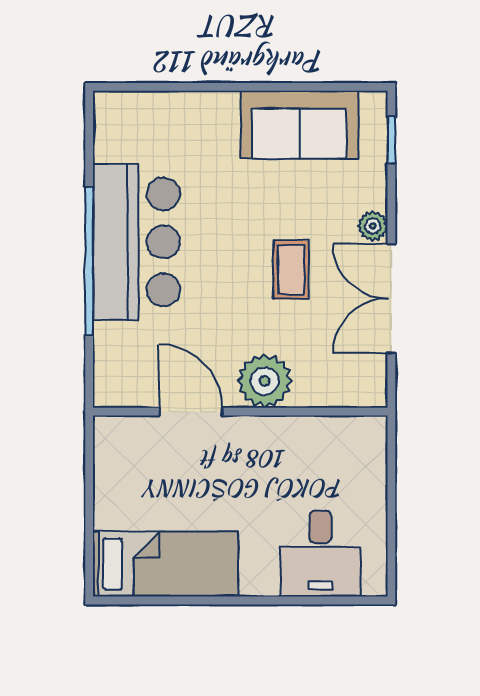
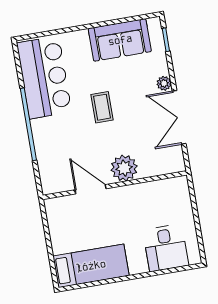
bar counter: (136, 242) -> (44, 77), moved
coffee table: (291, 270) -> (102, 107), moved

